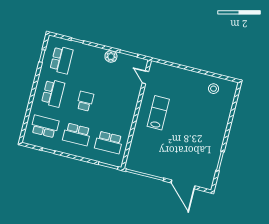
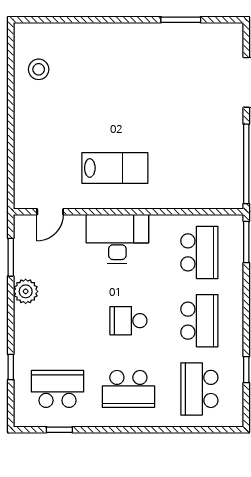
school desk: (53, 93) -> (128, 389), turned 180
desk: (125, 106) -> (117, 239), added
lab bench: (158, 113) -> (115, 168), turned 180

